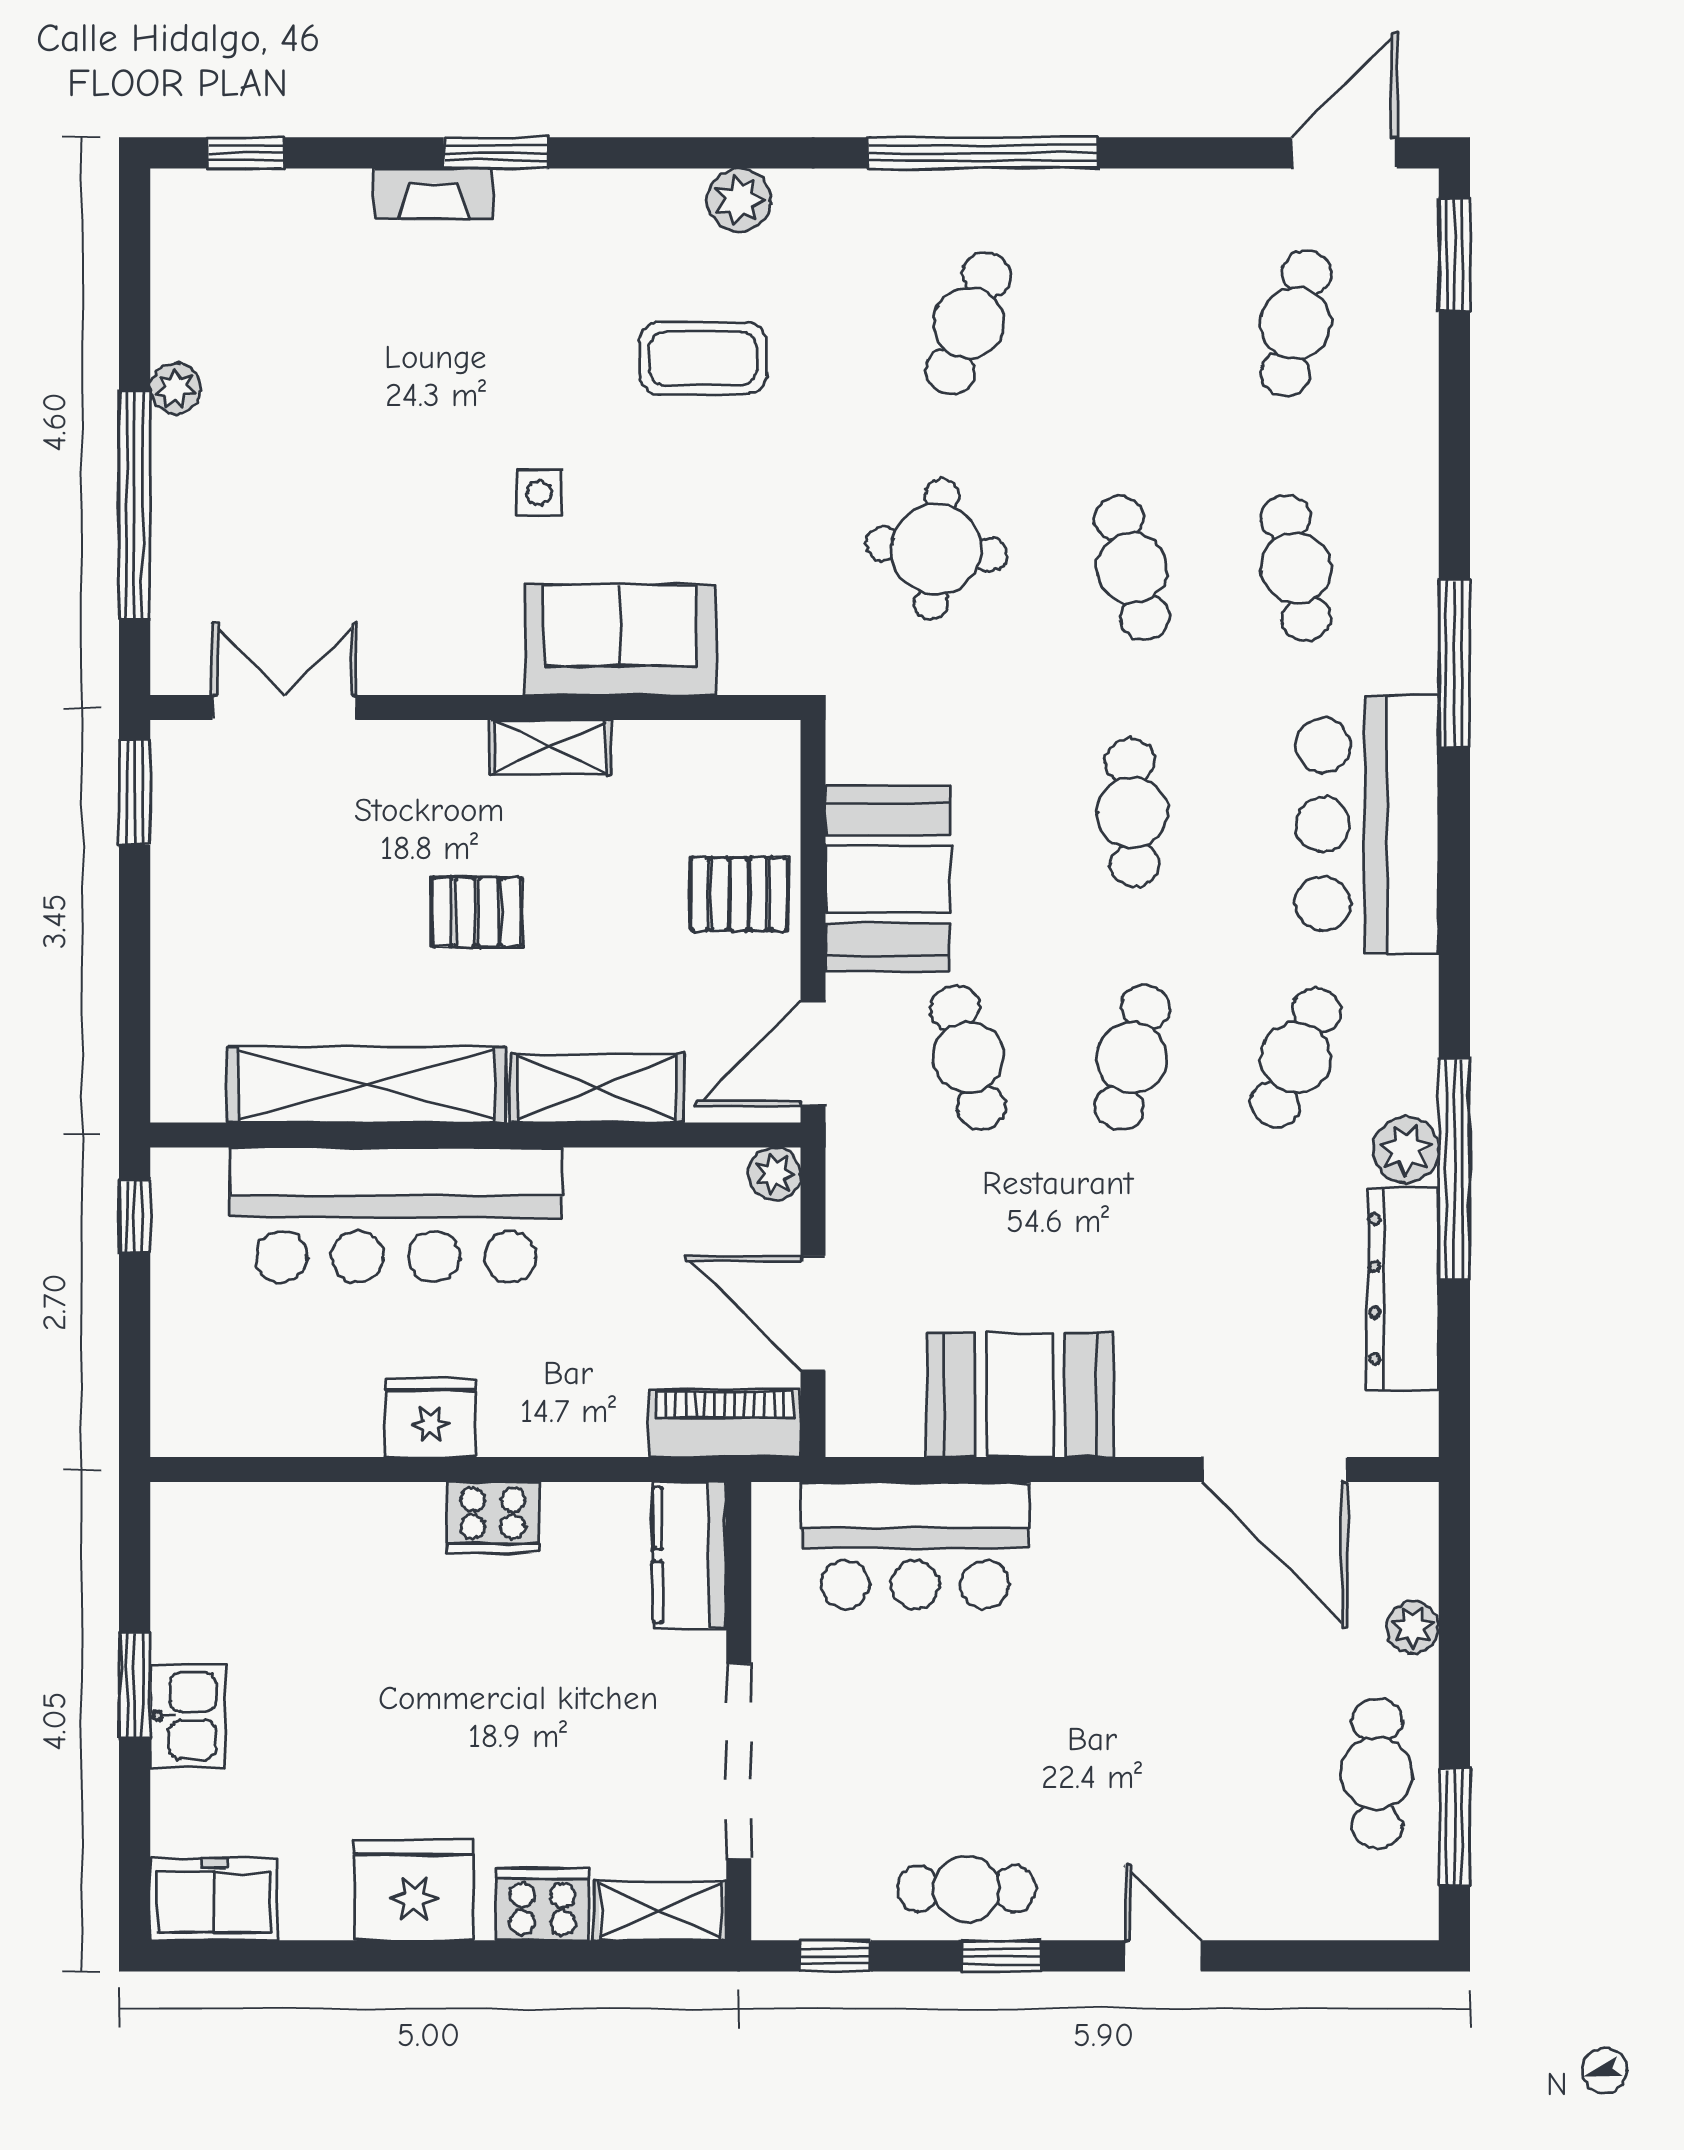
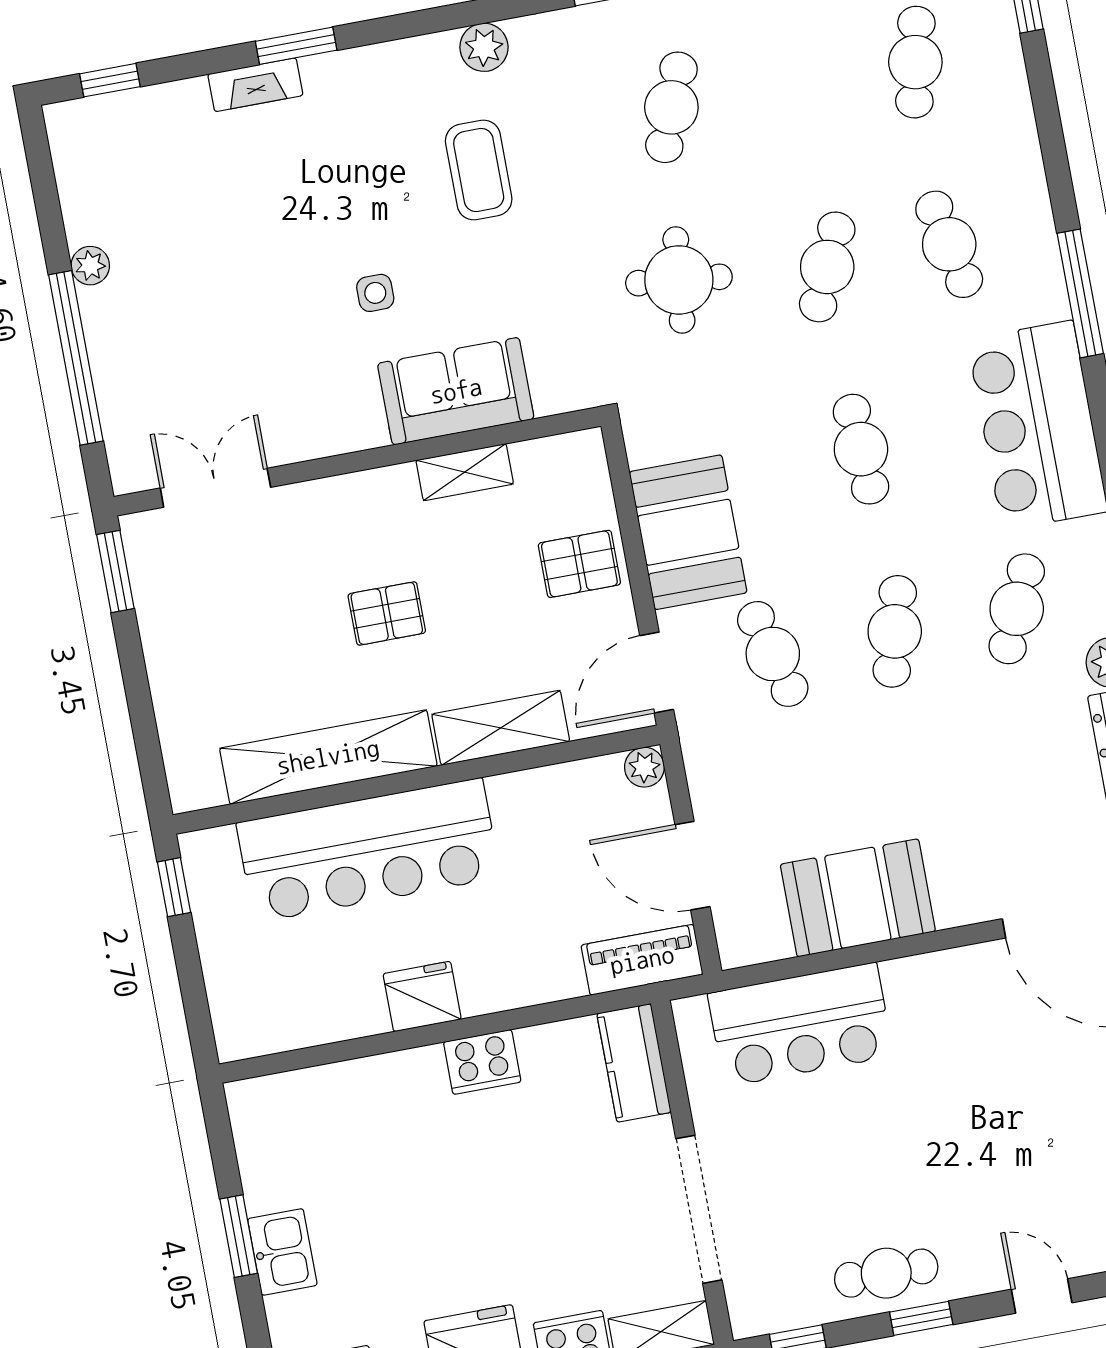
coffee table: (703, 358) -> (479, 170), turned 90
cafe table: (1132, 568) -> (827, 267), turned 39
shelving: (550, 747) -> (465, 472), moved

